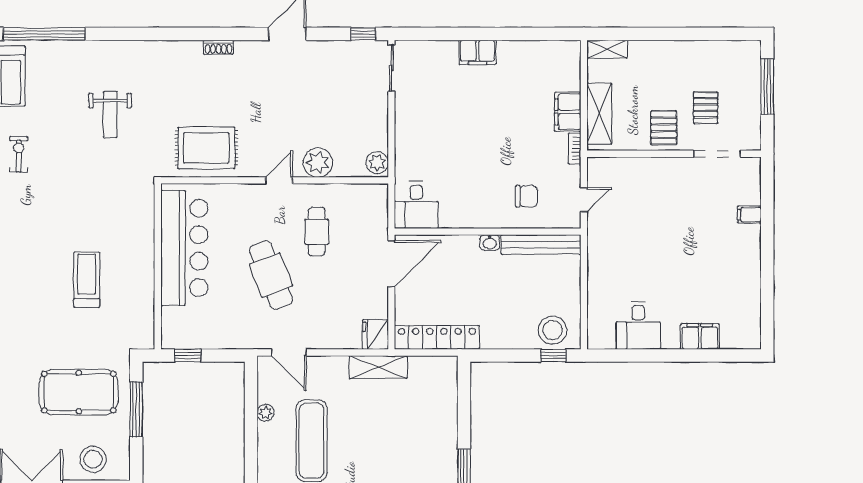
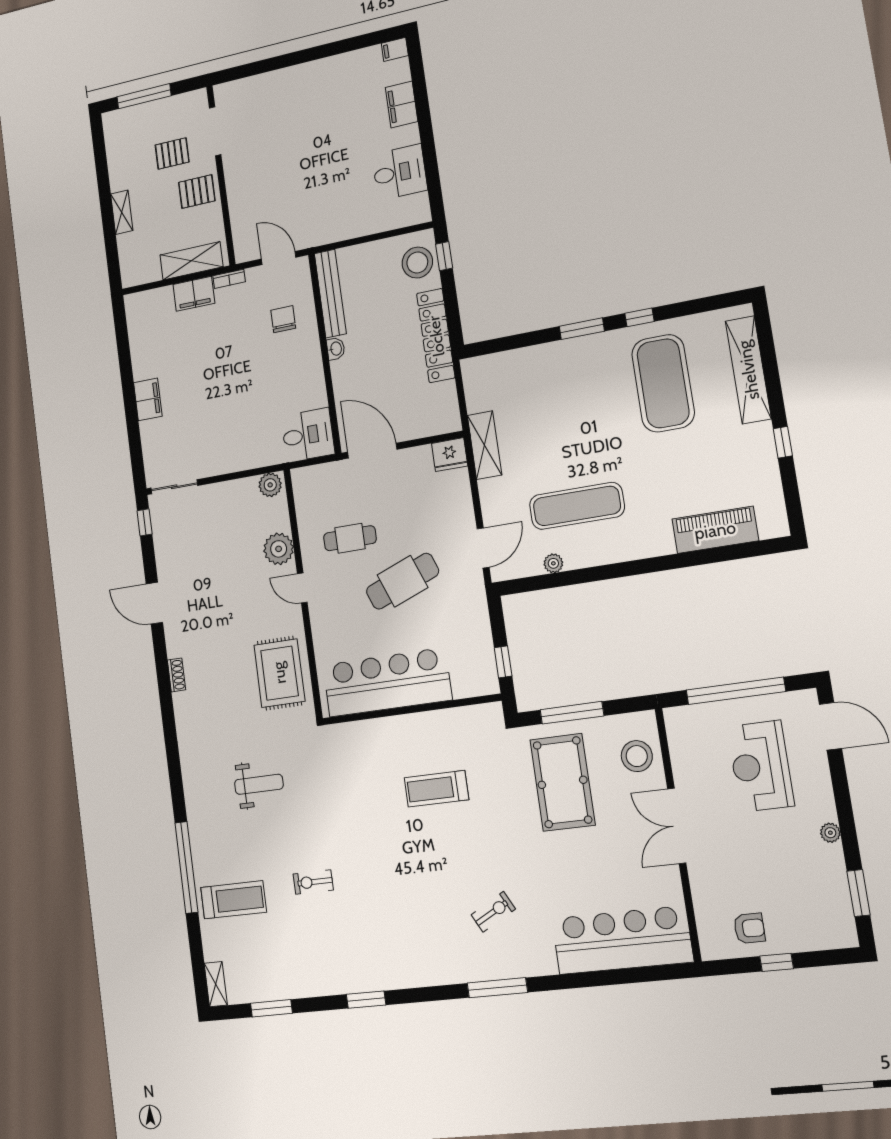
shelving: (607, 49) -> (122, 212), moved
door: (584, 200) -> (279, 258), width x1.38
filing cabinet: (749, 215) -> (395, 49), moved, turned 90
locker: (437, 337) -> (436, 336), moved

